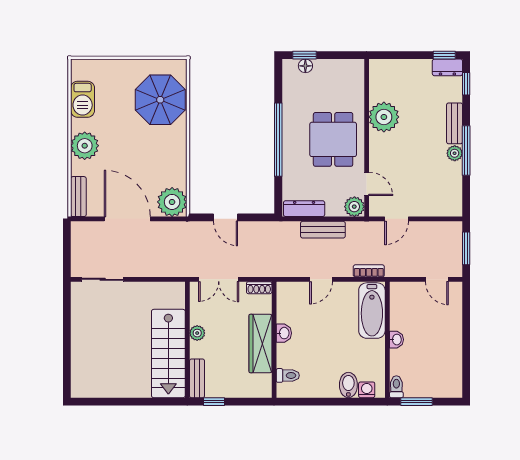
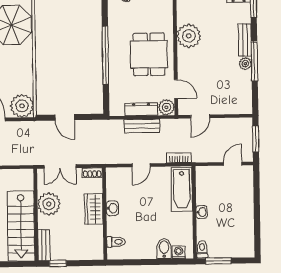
dresser: (304, 209) -> (141, 109), moved
door: (437, 279) -> (233, 164), swing flipped
plant: (197, 333) -> (49, 204), width x1.88, depth x1.88
wardrobe: (261, 343) -> (94, 209), width x0.67

